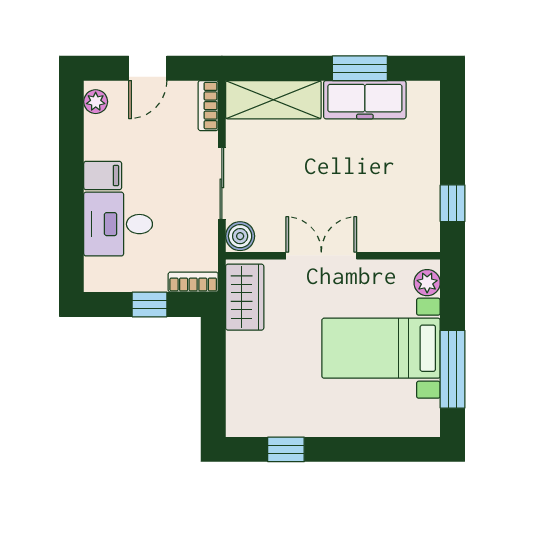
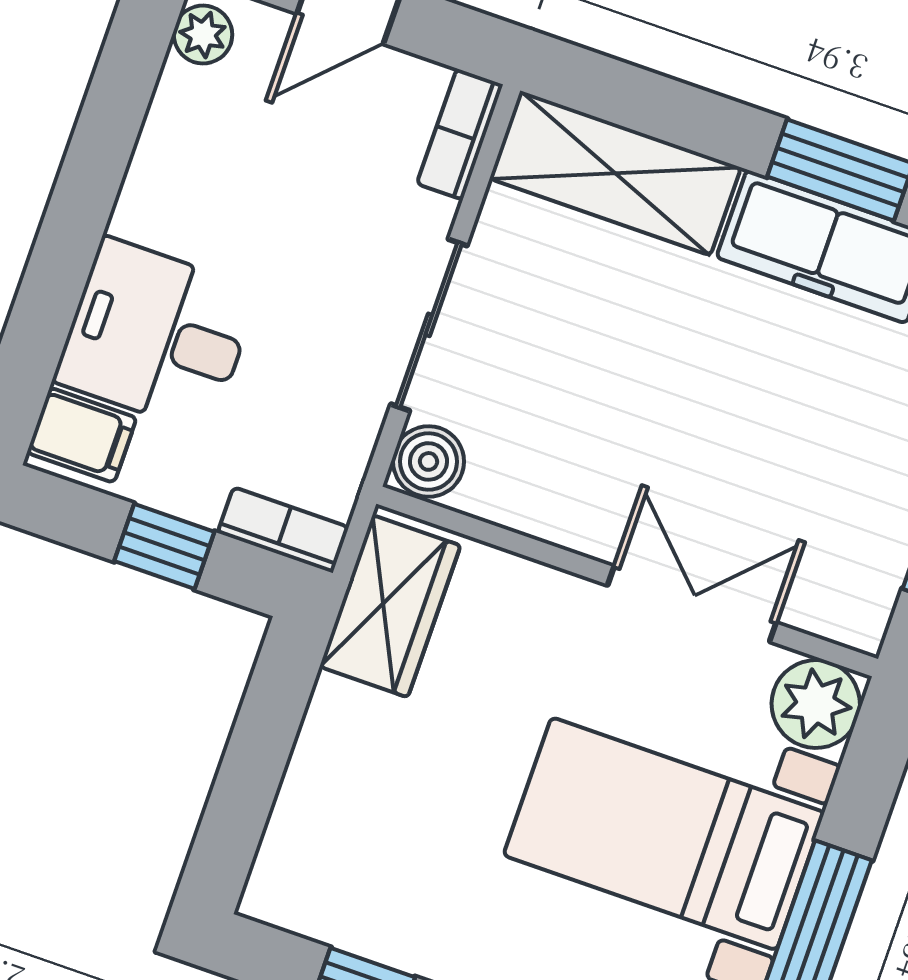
filing cabinet: (103, 176) -> (82, 435), moved
double door: (321, 256) -> (692, 604), moved
plant: (427, 283) -> (816, 704), width x1.38, depth x1.38

